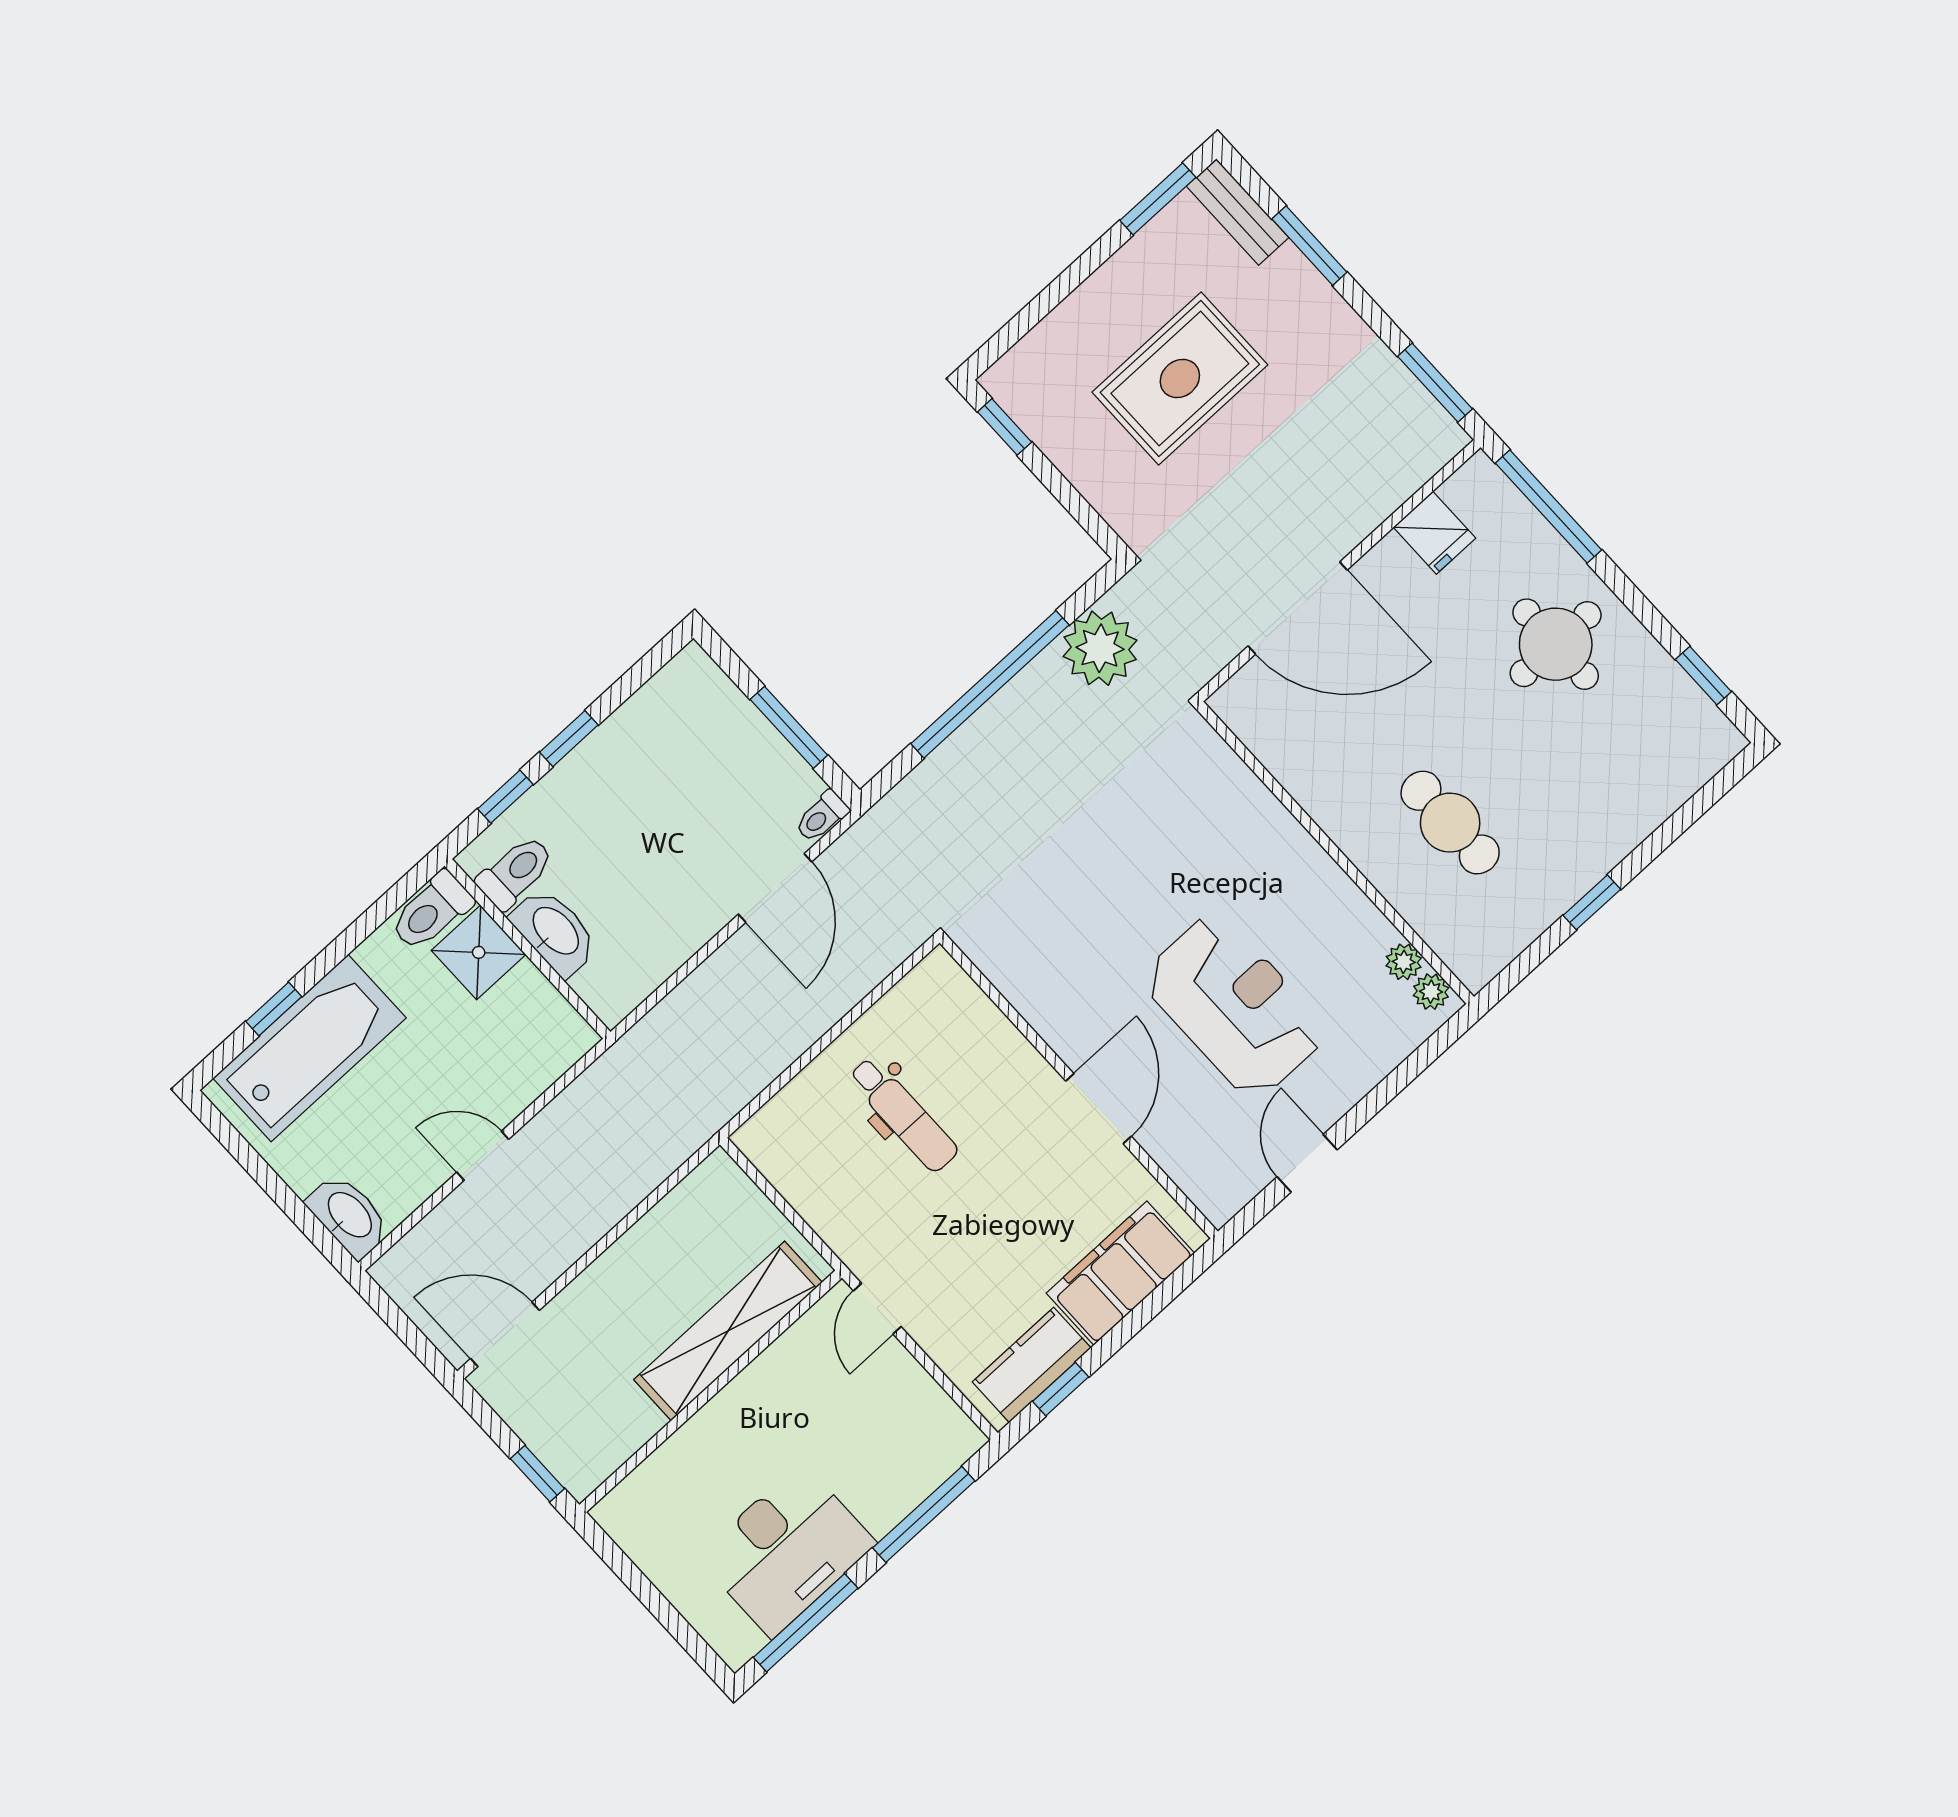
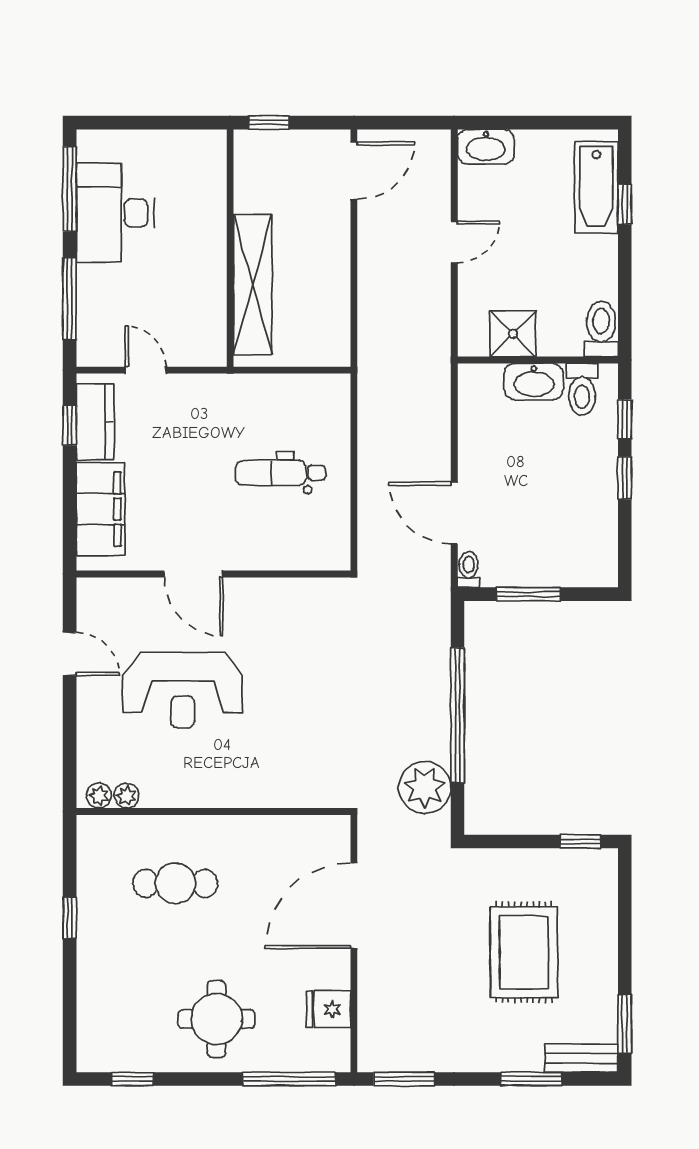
shower: (479, 952) -> (513, 334), moved
bathtub: (310, 1048) -> (596, 188), width x0.73, depth x0.73
door: (877, 1309) -> (146, 370), moved

